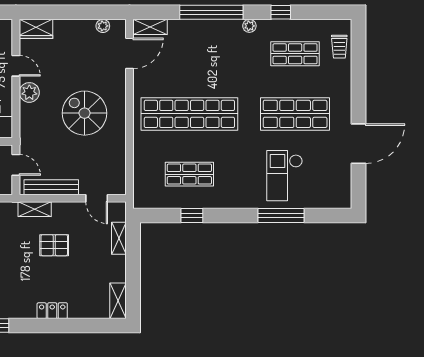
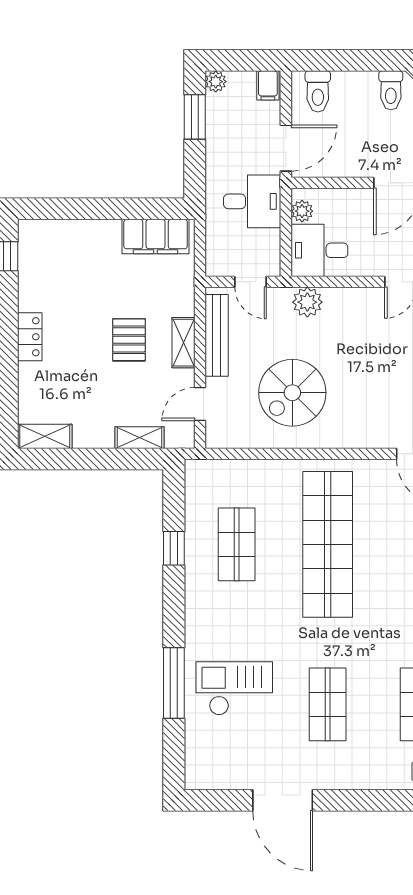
plant: (29, 92) -> (307, 302), moved
spiral stairs: (84, 113) -> (292, 393), moved, turned 180
shop shelf: (295, 114) -> (328, 704), width x0.70, depth x0.74
door: (16, 165) -> (251, 282), hinge flipped
shelving: (35, 209) -> (183, 343), moved

